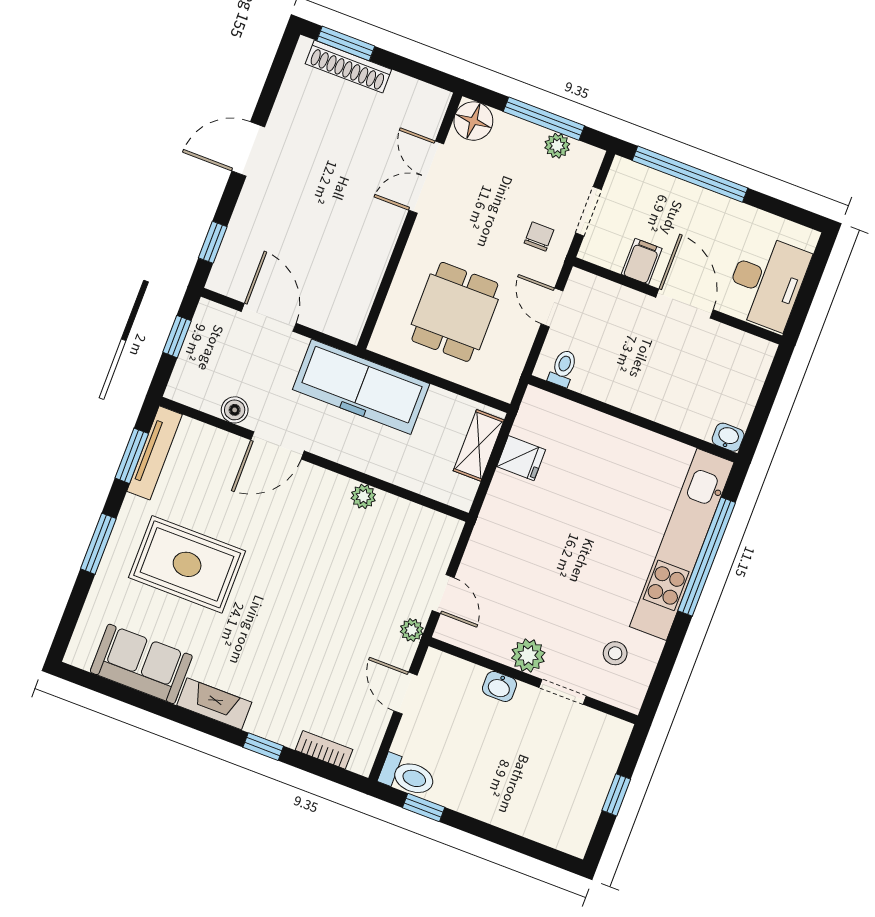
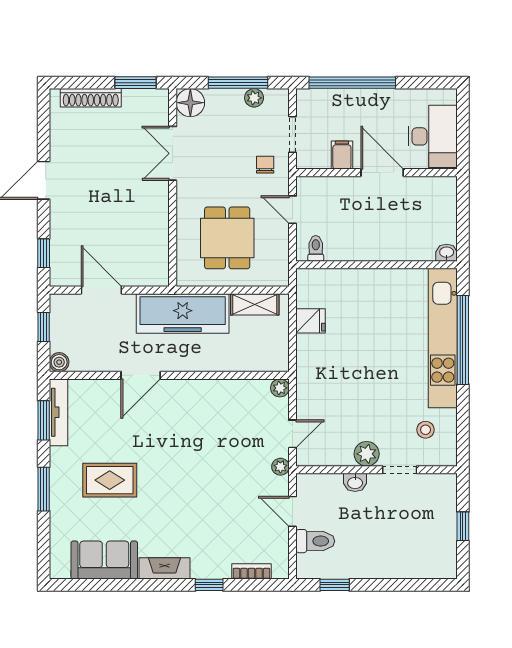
window: (346, 43) -> (136, 83), moved
boiler: (235, 410) -> (59, 362), moved
shelving: (479, 445) -> (255, 304), moved, turned 90
plant: (363, 496) -> (280, 388), moved
rug: (187, 564) -> (110, 480), width x0.73, depth x0.70
door: (443, 594) -> (293, 434), hinge flipped
toilet: (407, 776) -> (315, 541), moved

